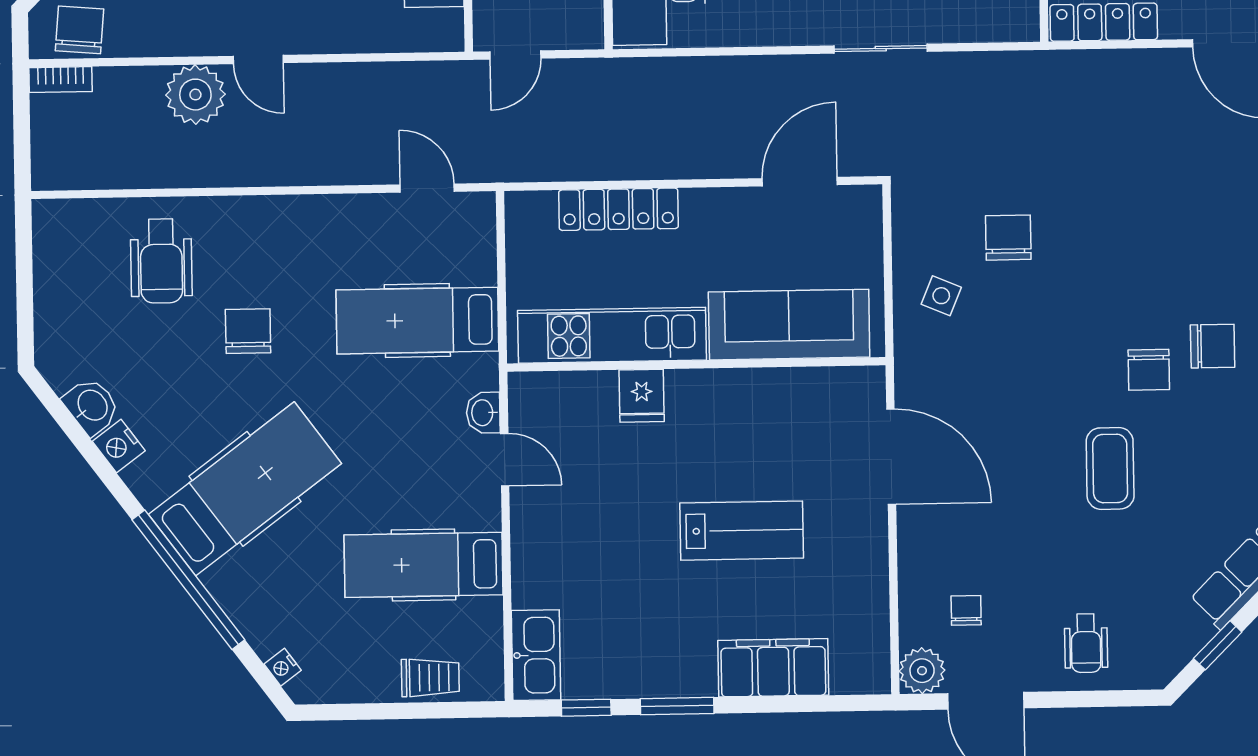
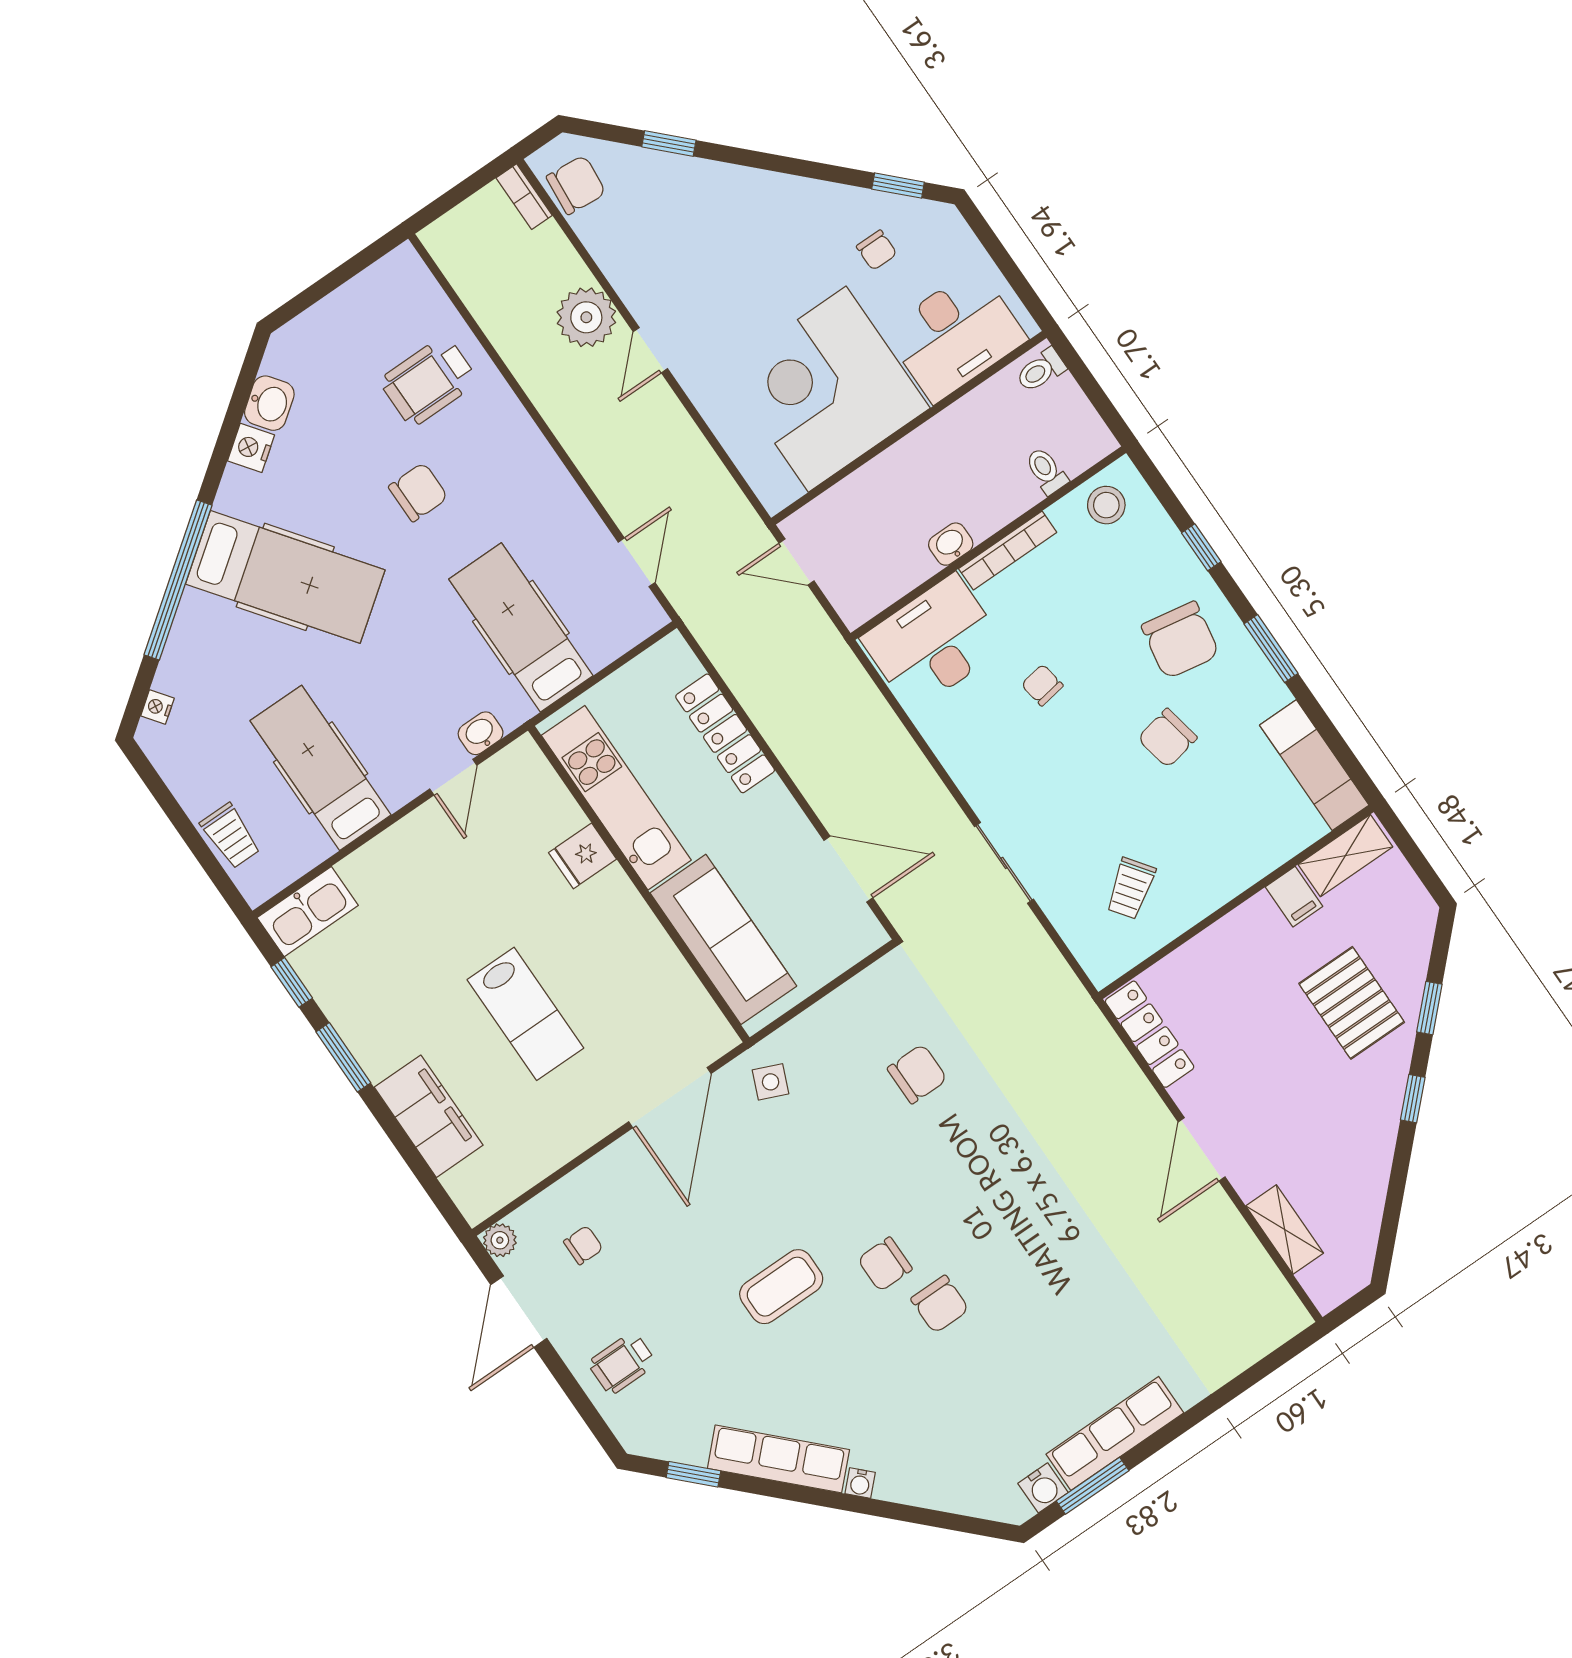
side table: (941, 296) -> (771, 1082), moved
plant: (922, 671) -> (500, 1240), width x0.73, depth x0.73

